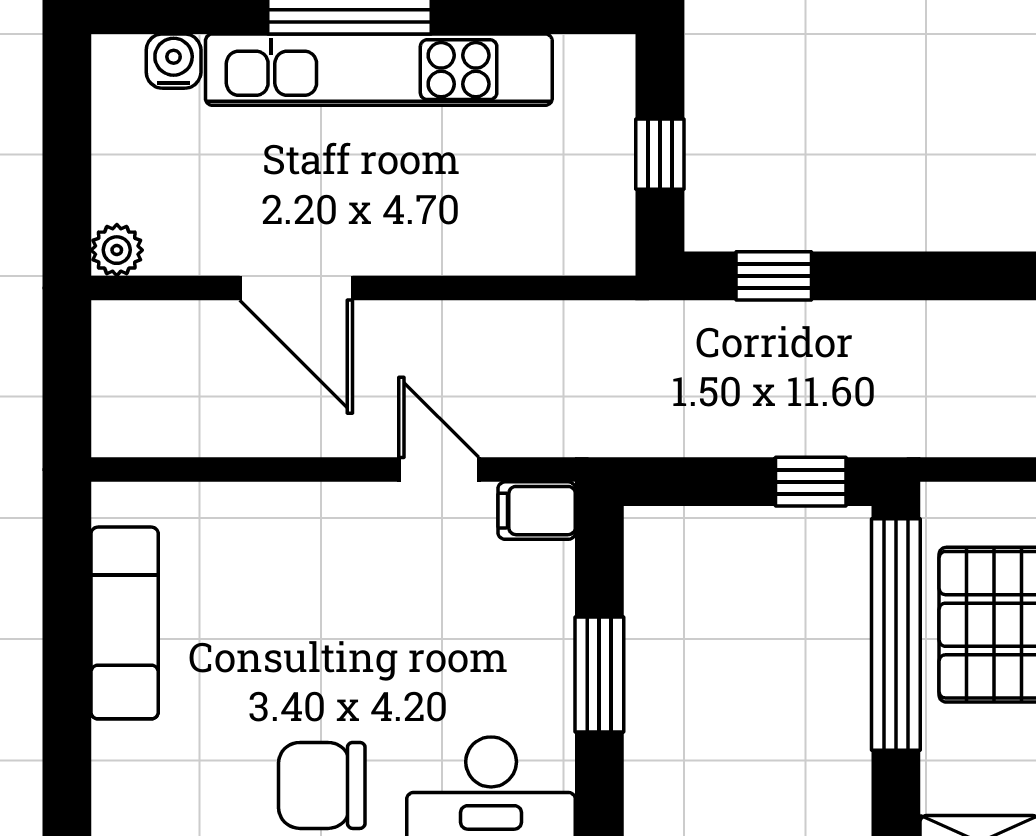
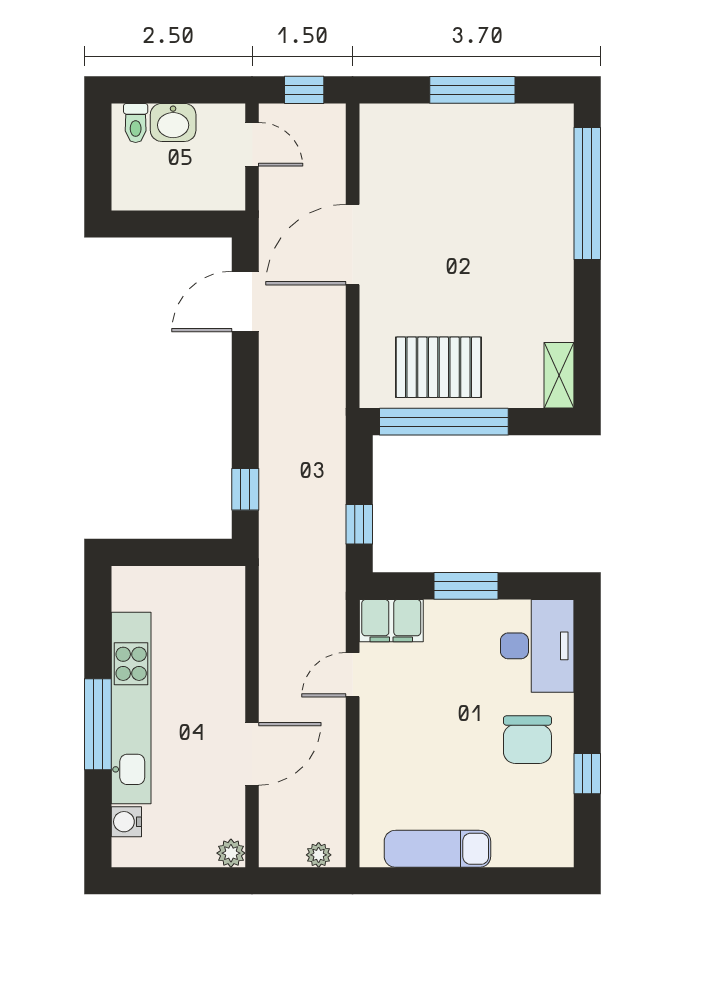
window: (660, 154) -> (178, 552), removed
plant: (114, 408) -> (319, 855), added
window: (811, 482) -> (359, 524), moved
filing cabinet: (537, 511) -> (391, 621), width x2.00

